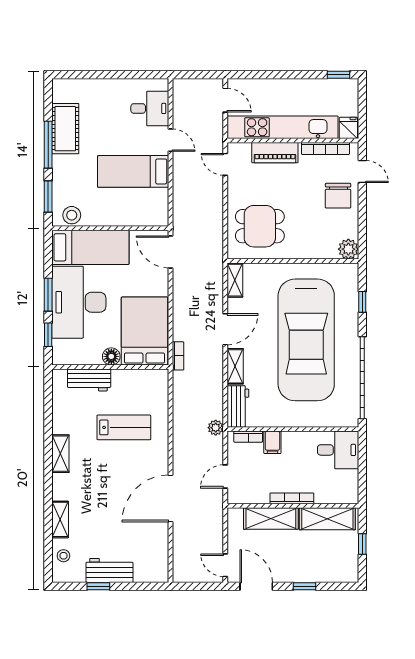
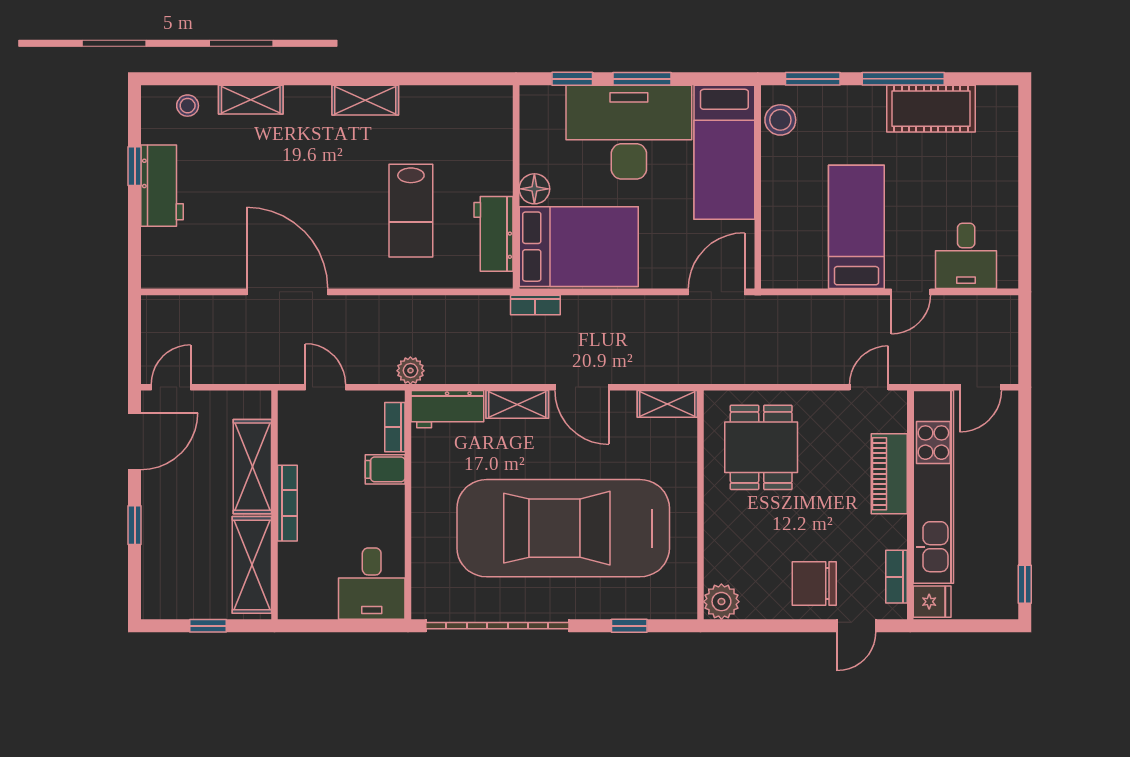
bookcase: (325, 148) -> (897, 577), width x0.64
workbench: (89, 380) -> (494, 234), moved

